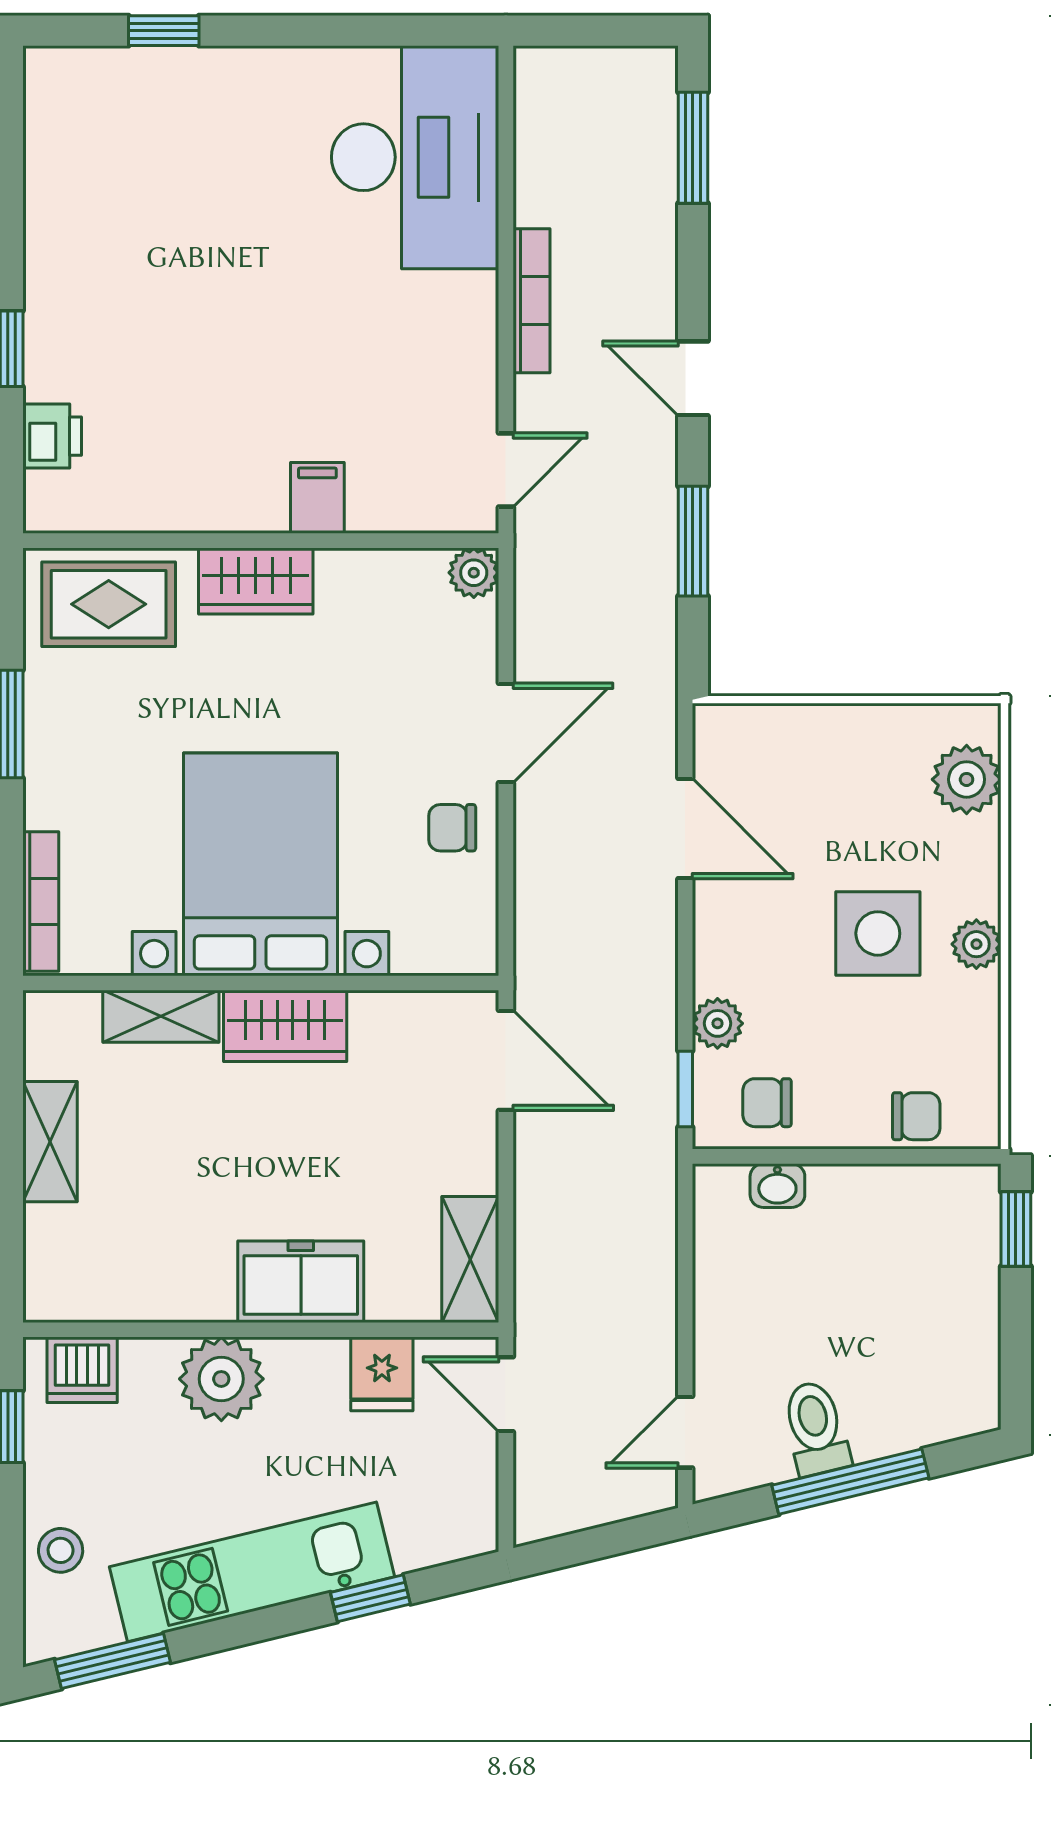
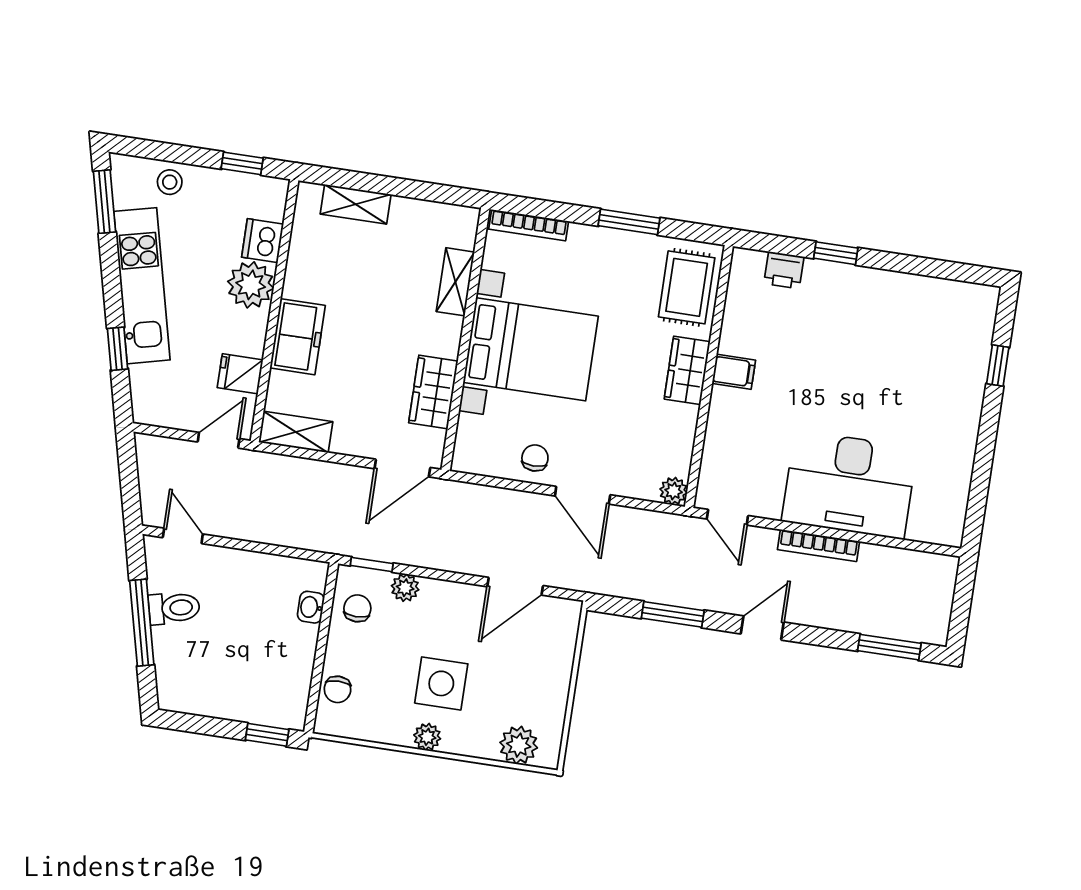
desk: (415, 157) -> (849, 485), moved
filing cabinet: (317, 498) -> (734, 372), moved
wardrobe: (285, 1026) -> (433, 392), moved
shelving: (50, 1142) -> (356, 204), moved
dishwasher: (82, 1370) -> (263, 241), moved

